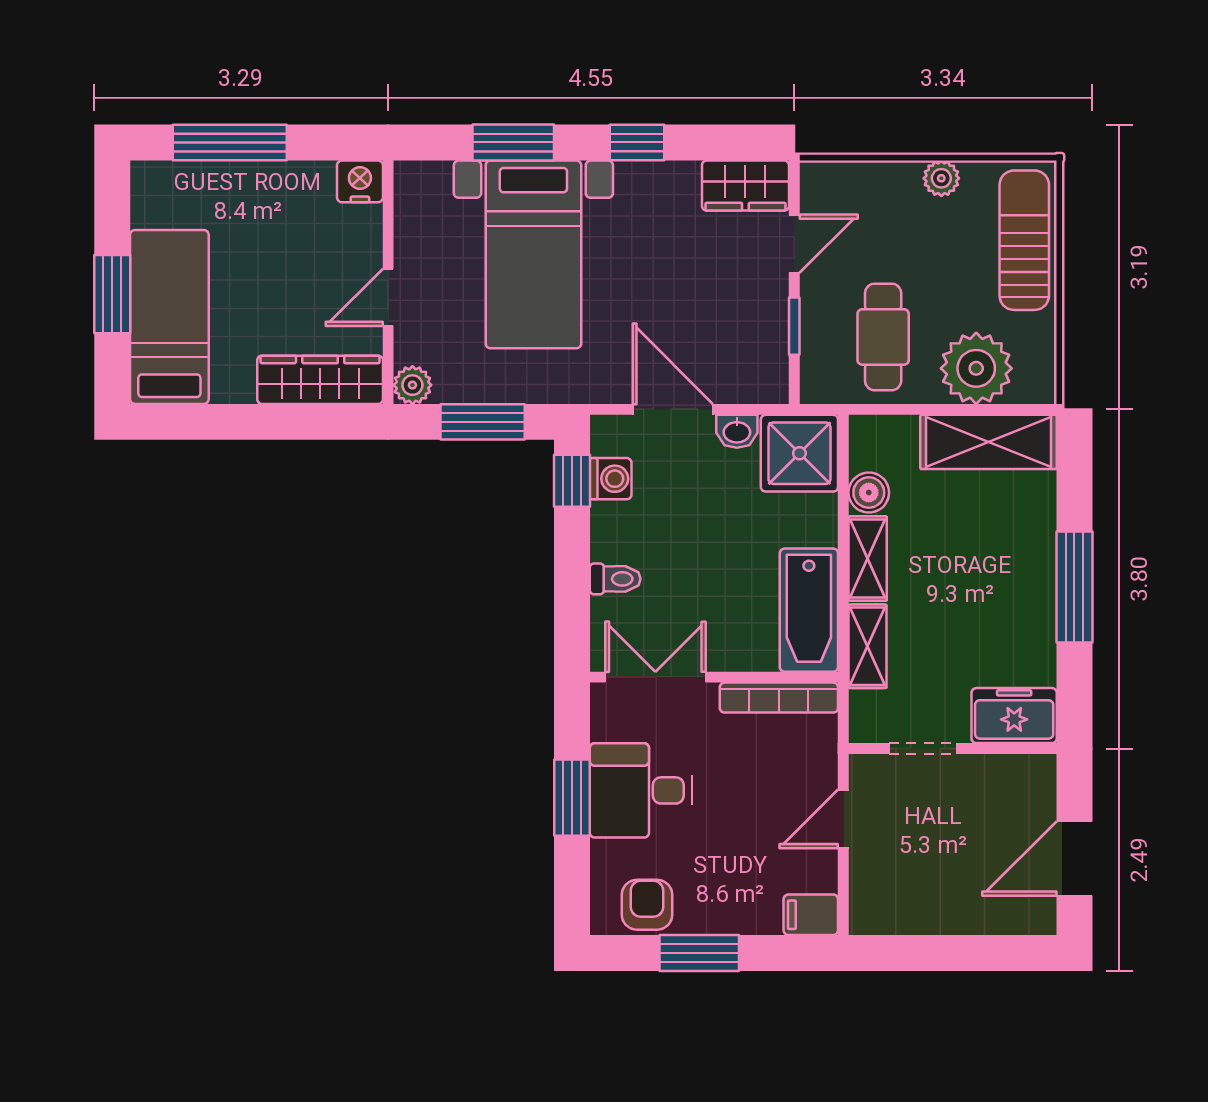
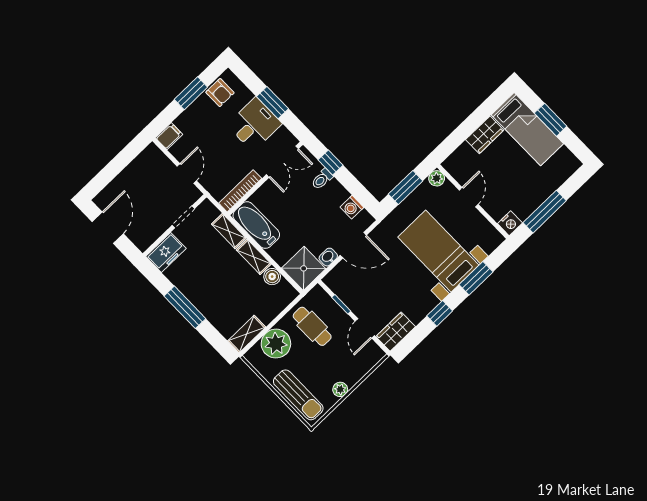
window: (230, 142) -> (545, 212), moved
wardrobe: (320, 380) -> (485, 135), moved, width x0.67
shelving: (989, 442) -> (247, 334), width x0.67, depth x0.75
window: (572, 481) -> (330, 162), moved

